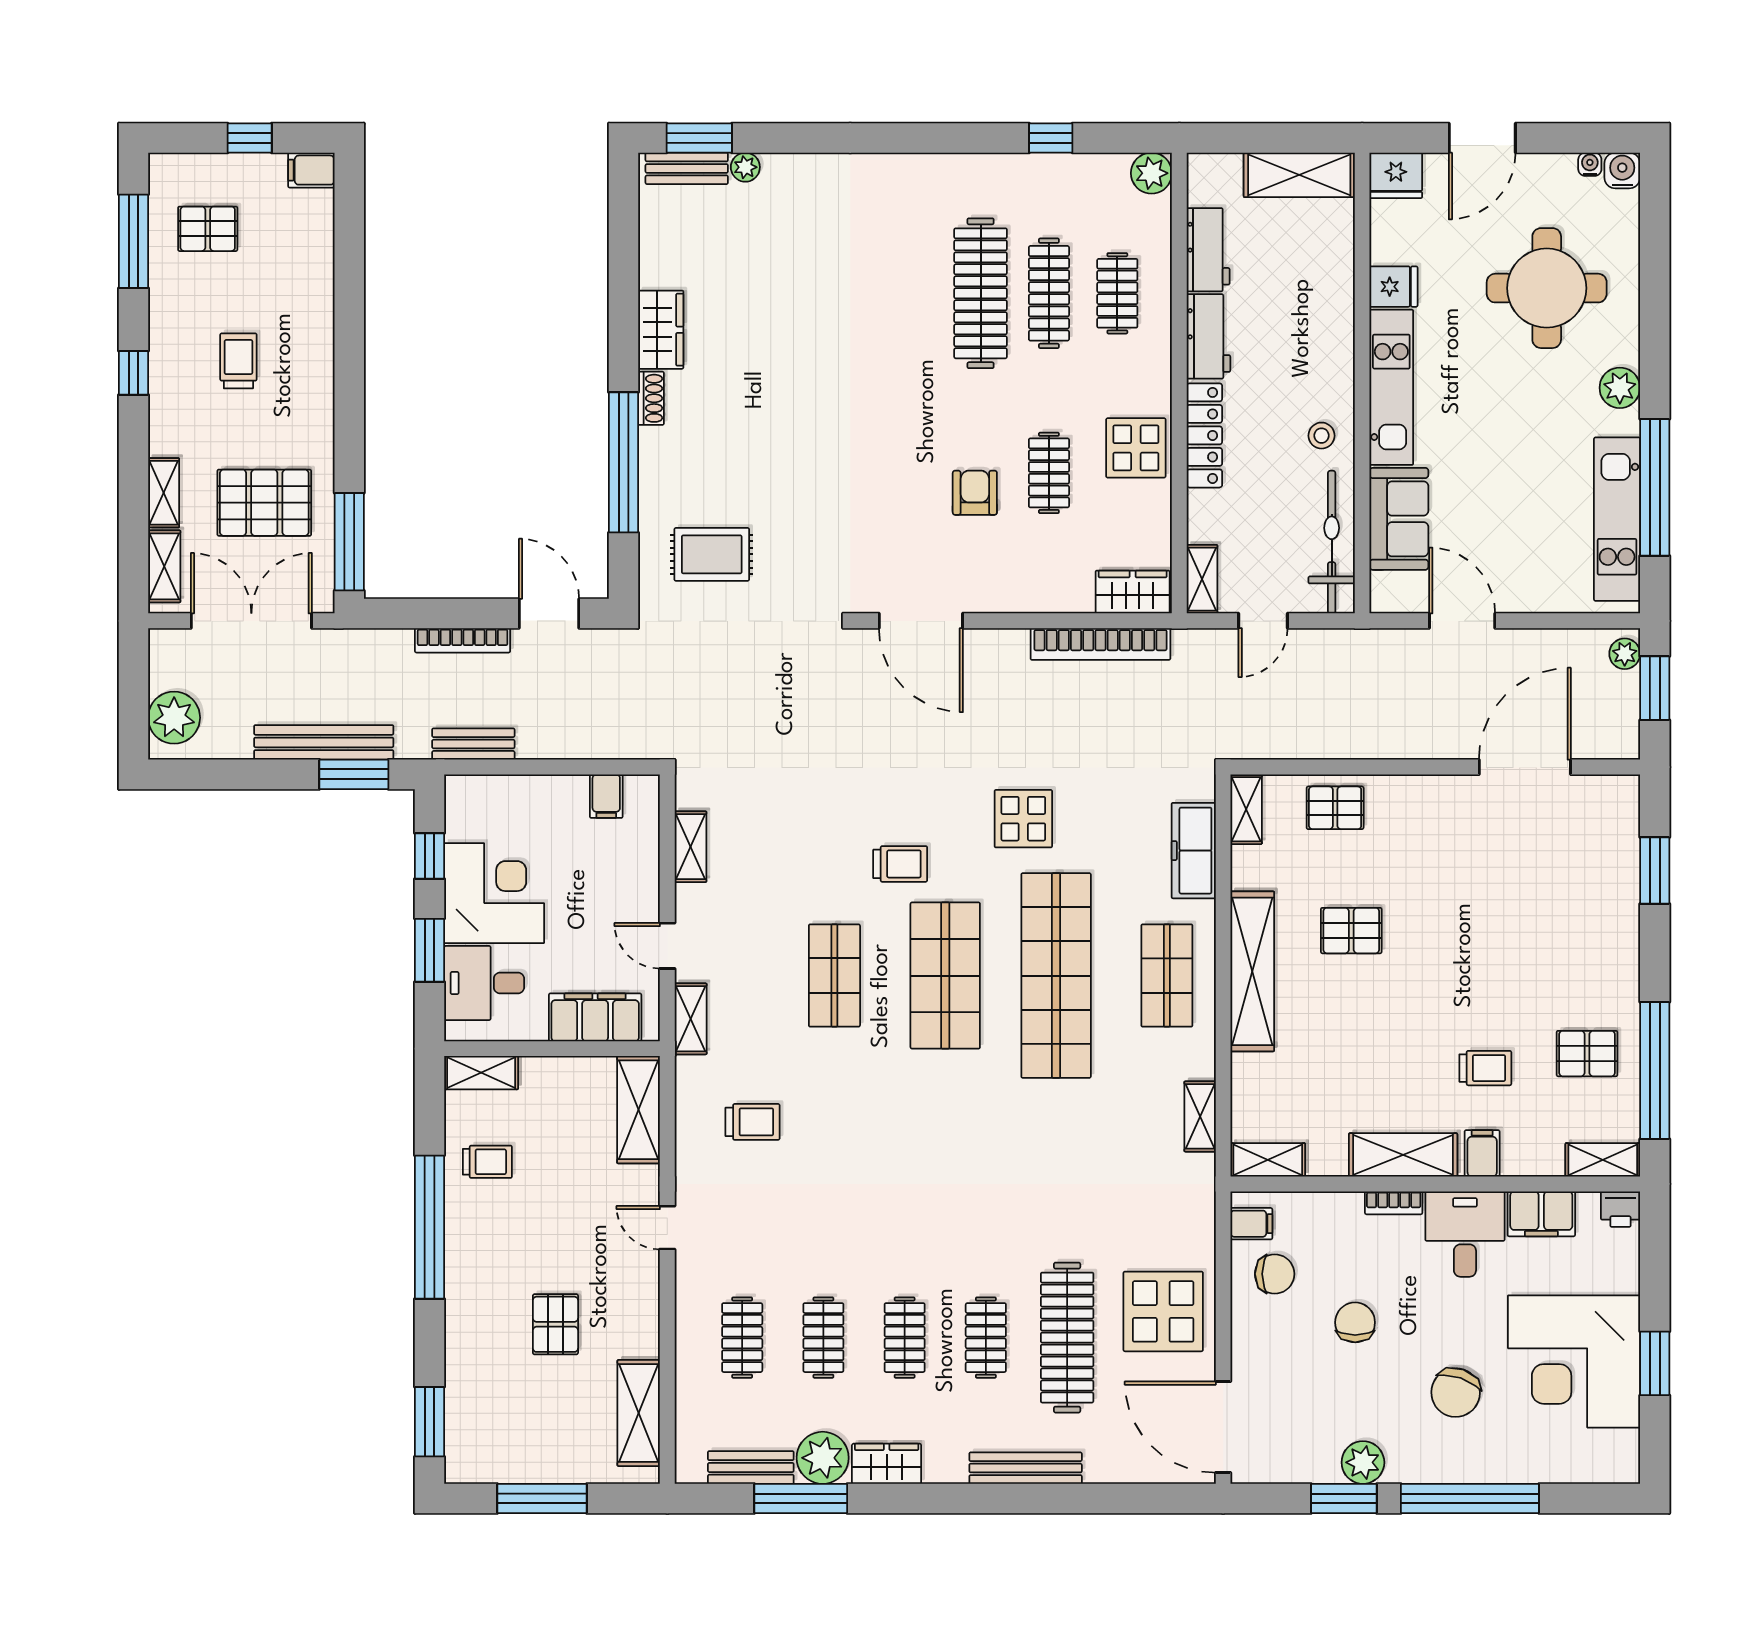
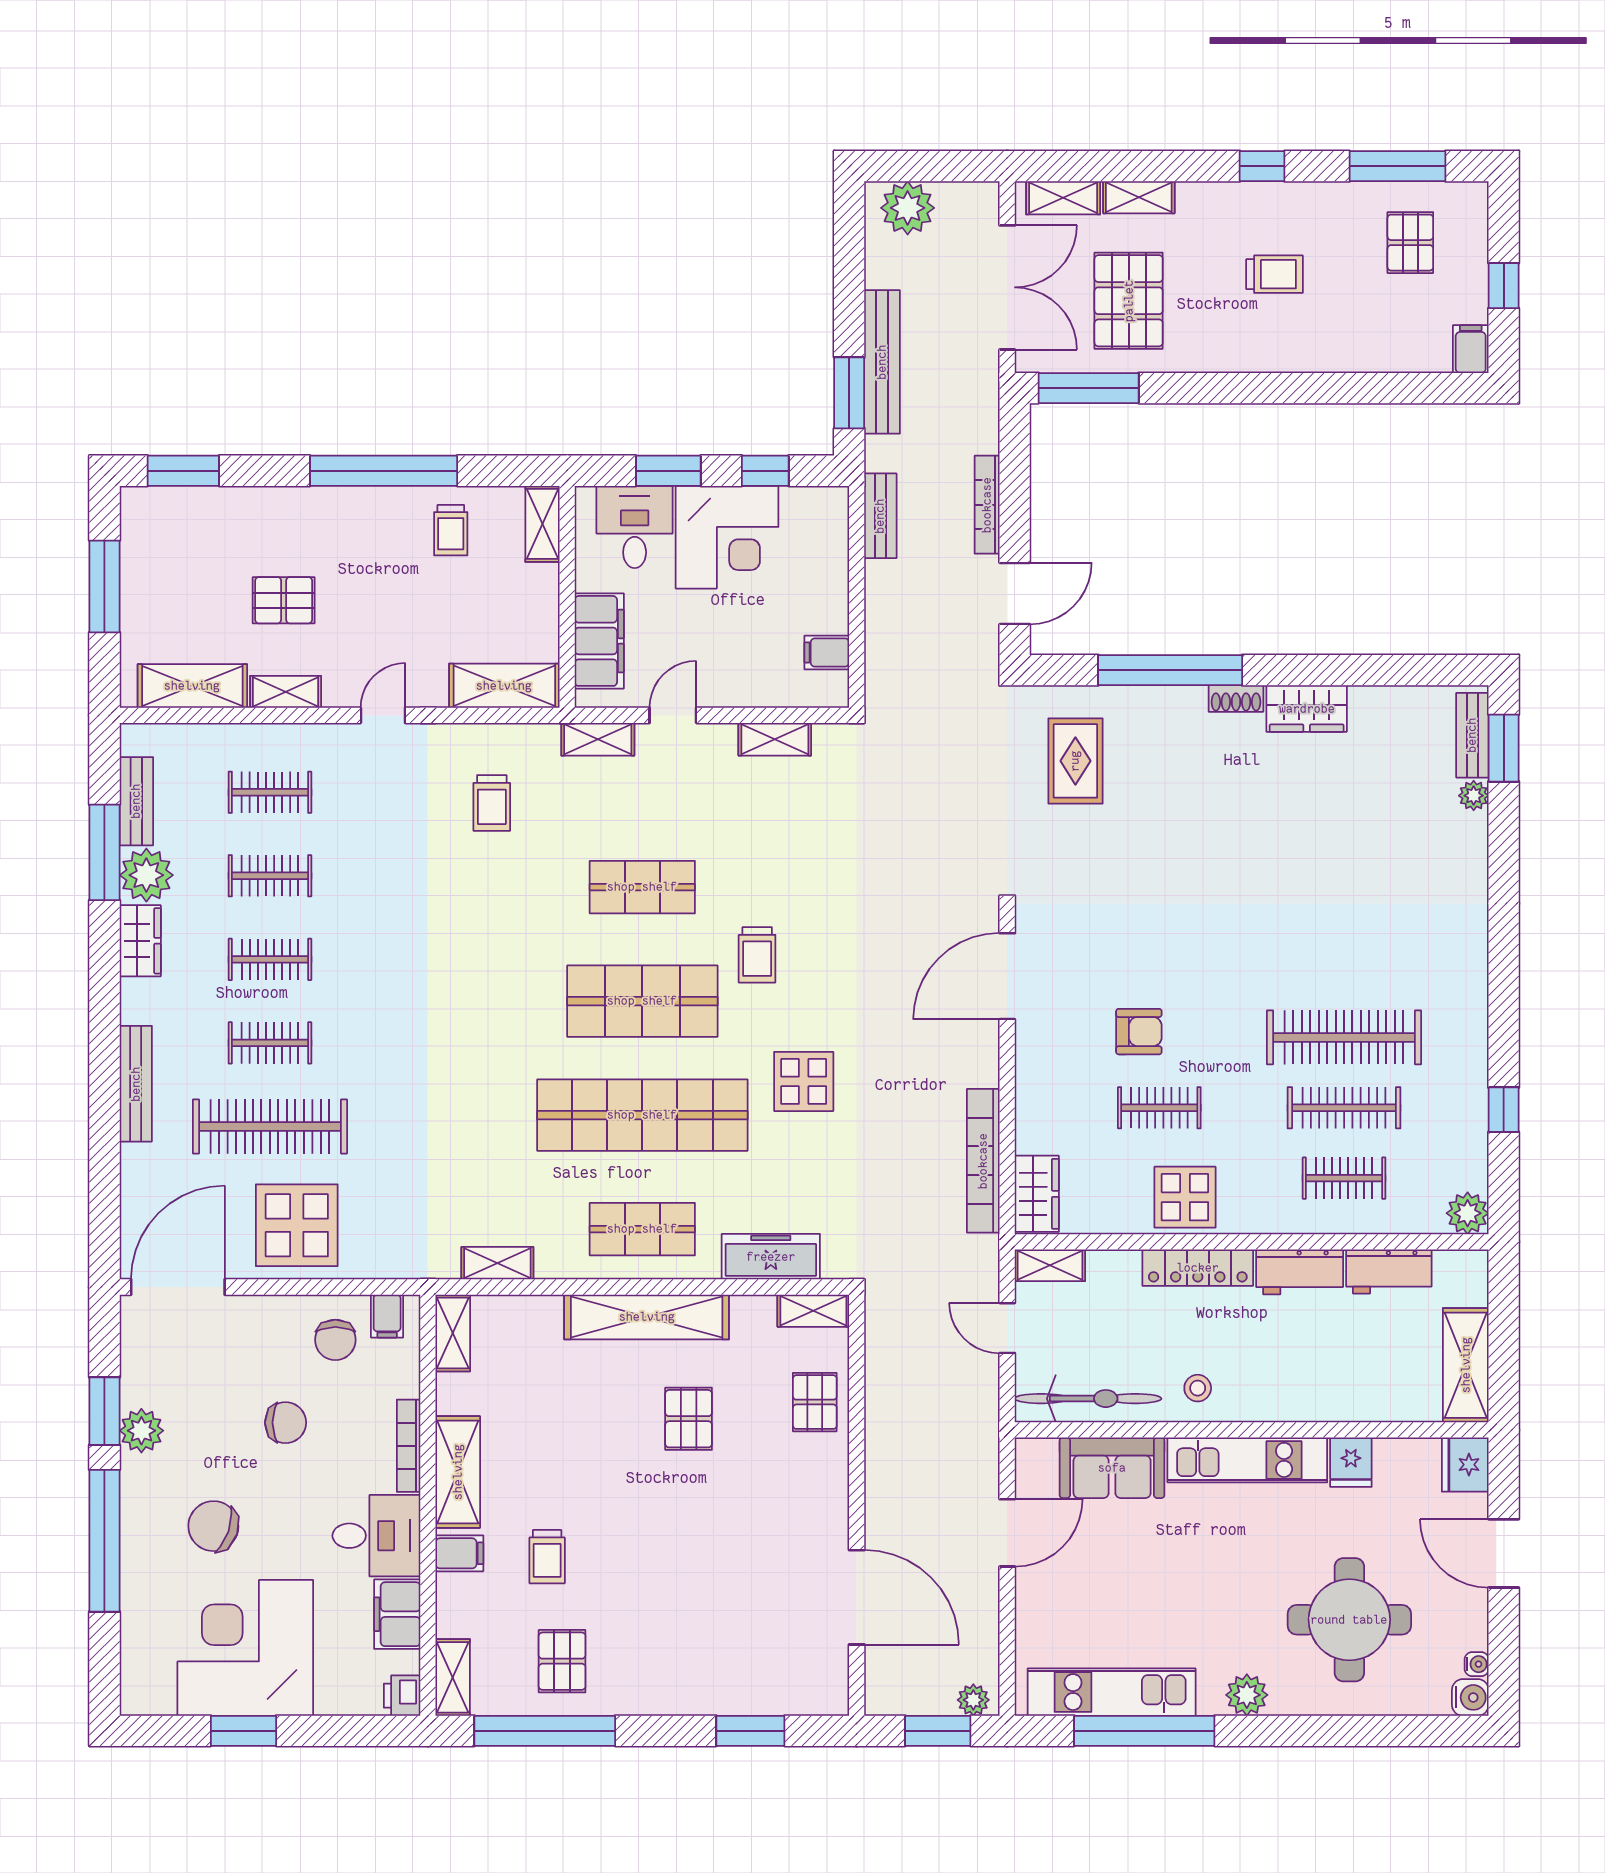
bookcase: (1394, 1203) -> (409, 1446), width x1.56
shelving: (644, 1322) -> (286, 692), added

